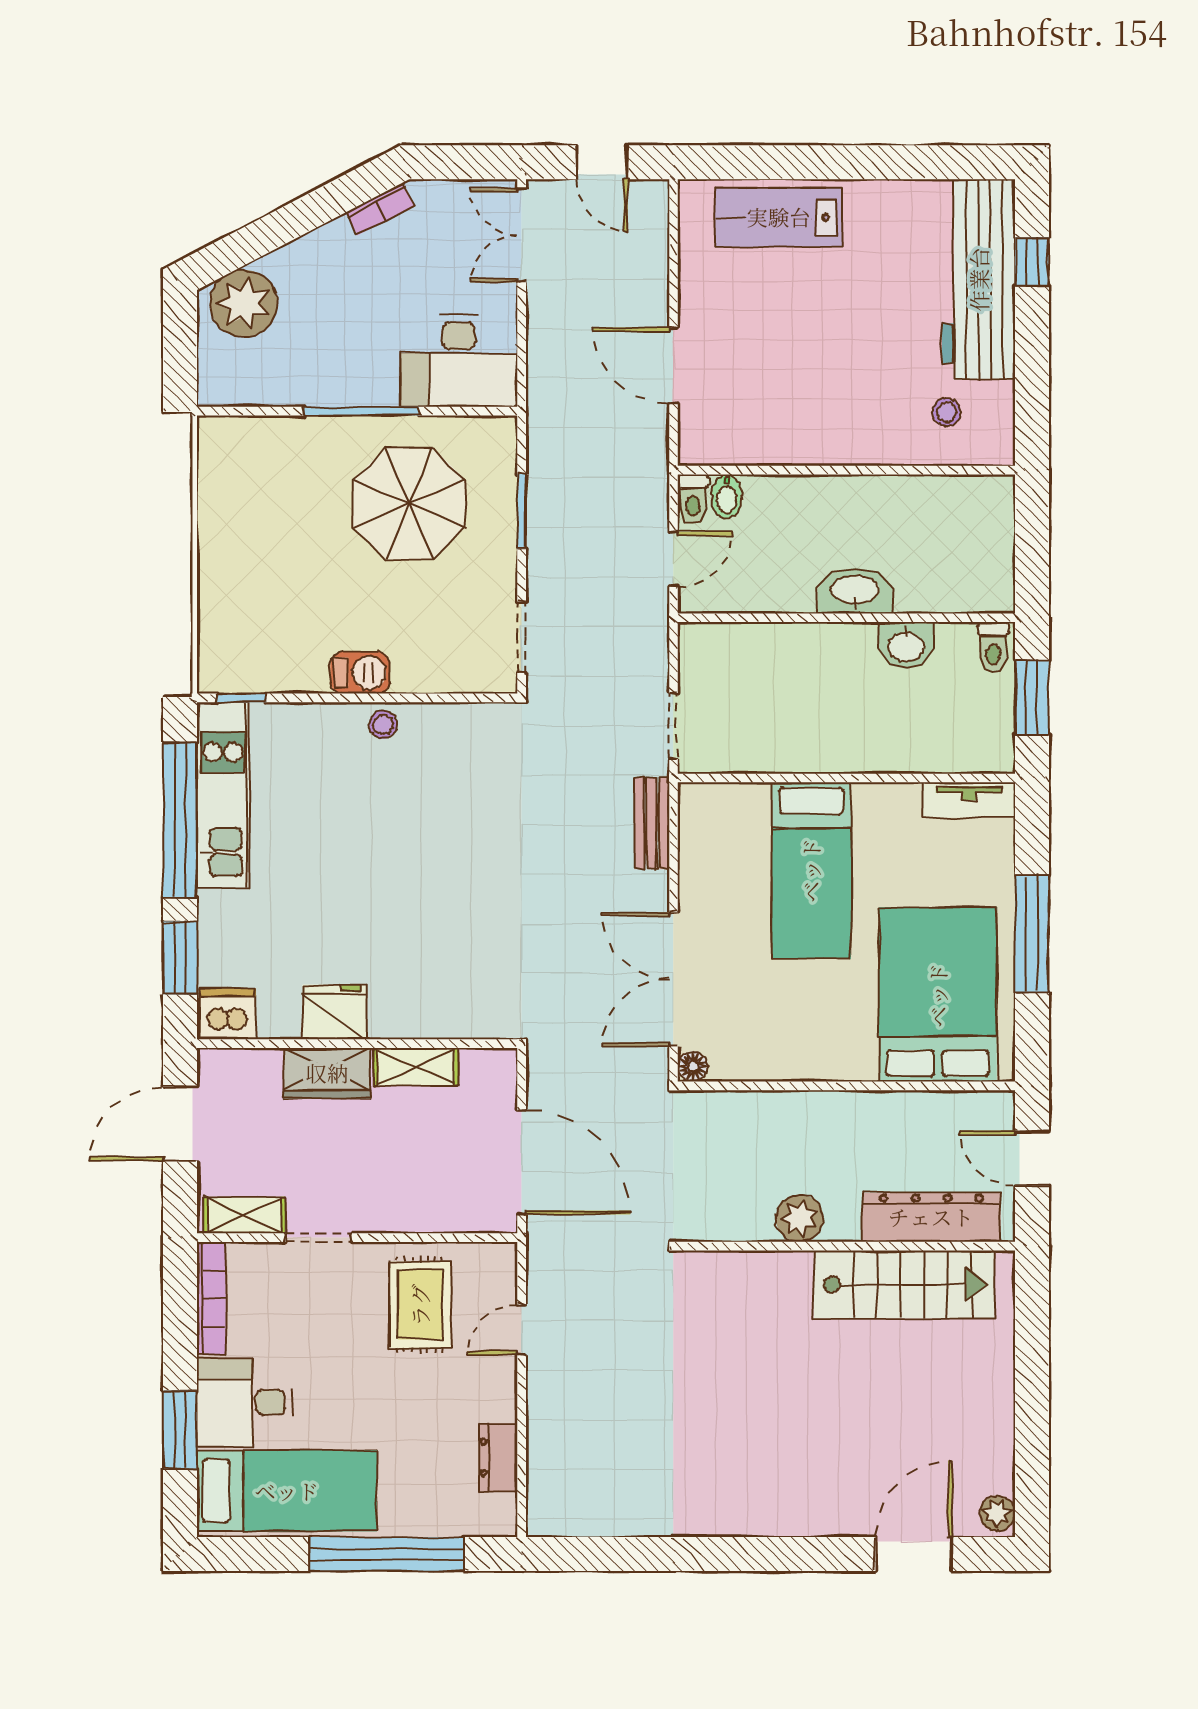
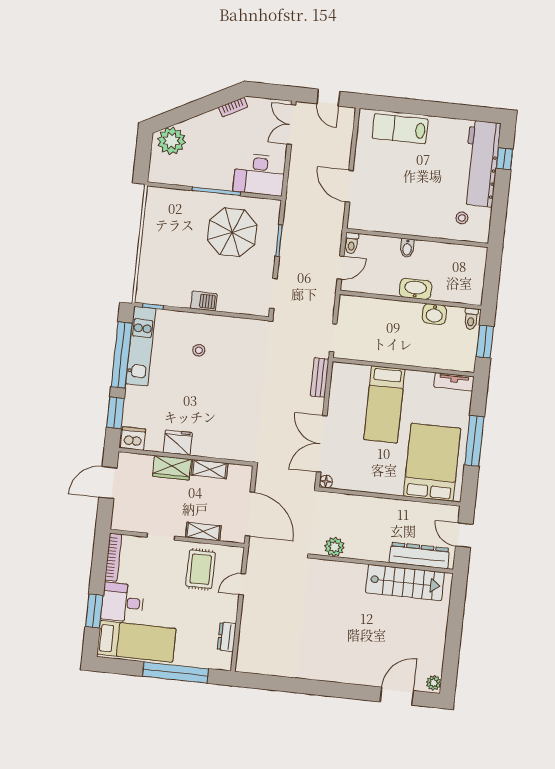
bidet: (727, 496) -> (407, 248), moved
stool: (383, 725) -> (199, 350), moved
shelving: (244, 1215) -> (203, 532), moved
plant: (800, 1218) -> (335, 547), moved

